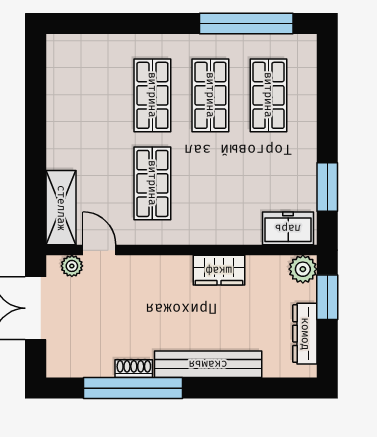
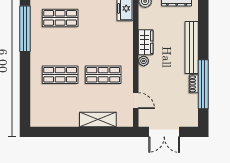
shop shelf: (210, 95) -> (60, 46), removed
shelving: (61, 208) -> (98, 119), moved
door: (99, 250) -> (136, 101), swing flipped
plant: (72, 266) -> (144, 61), moved

